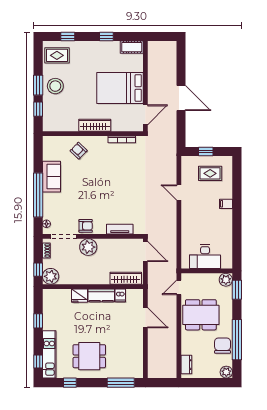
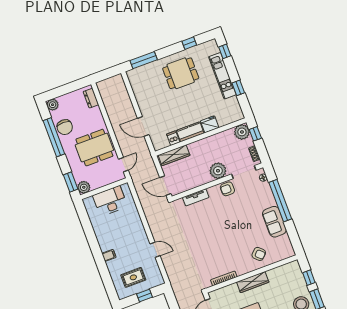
kitchen unit: (49, 354) -> (222, 76), moved

